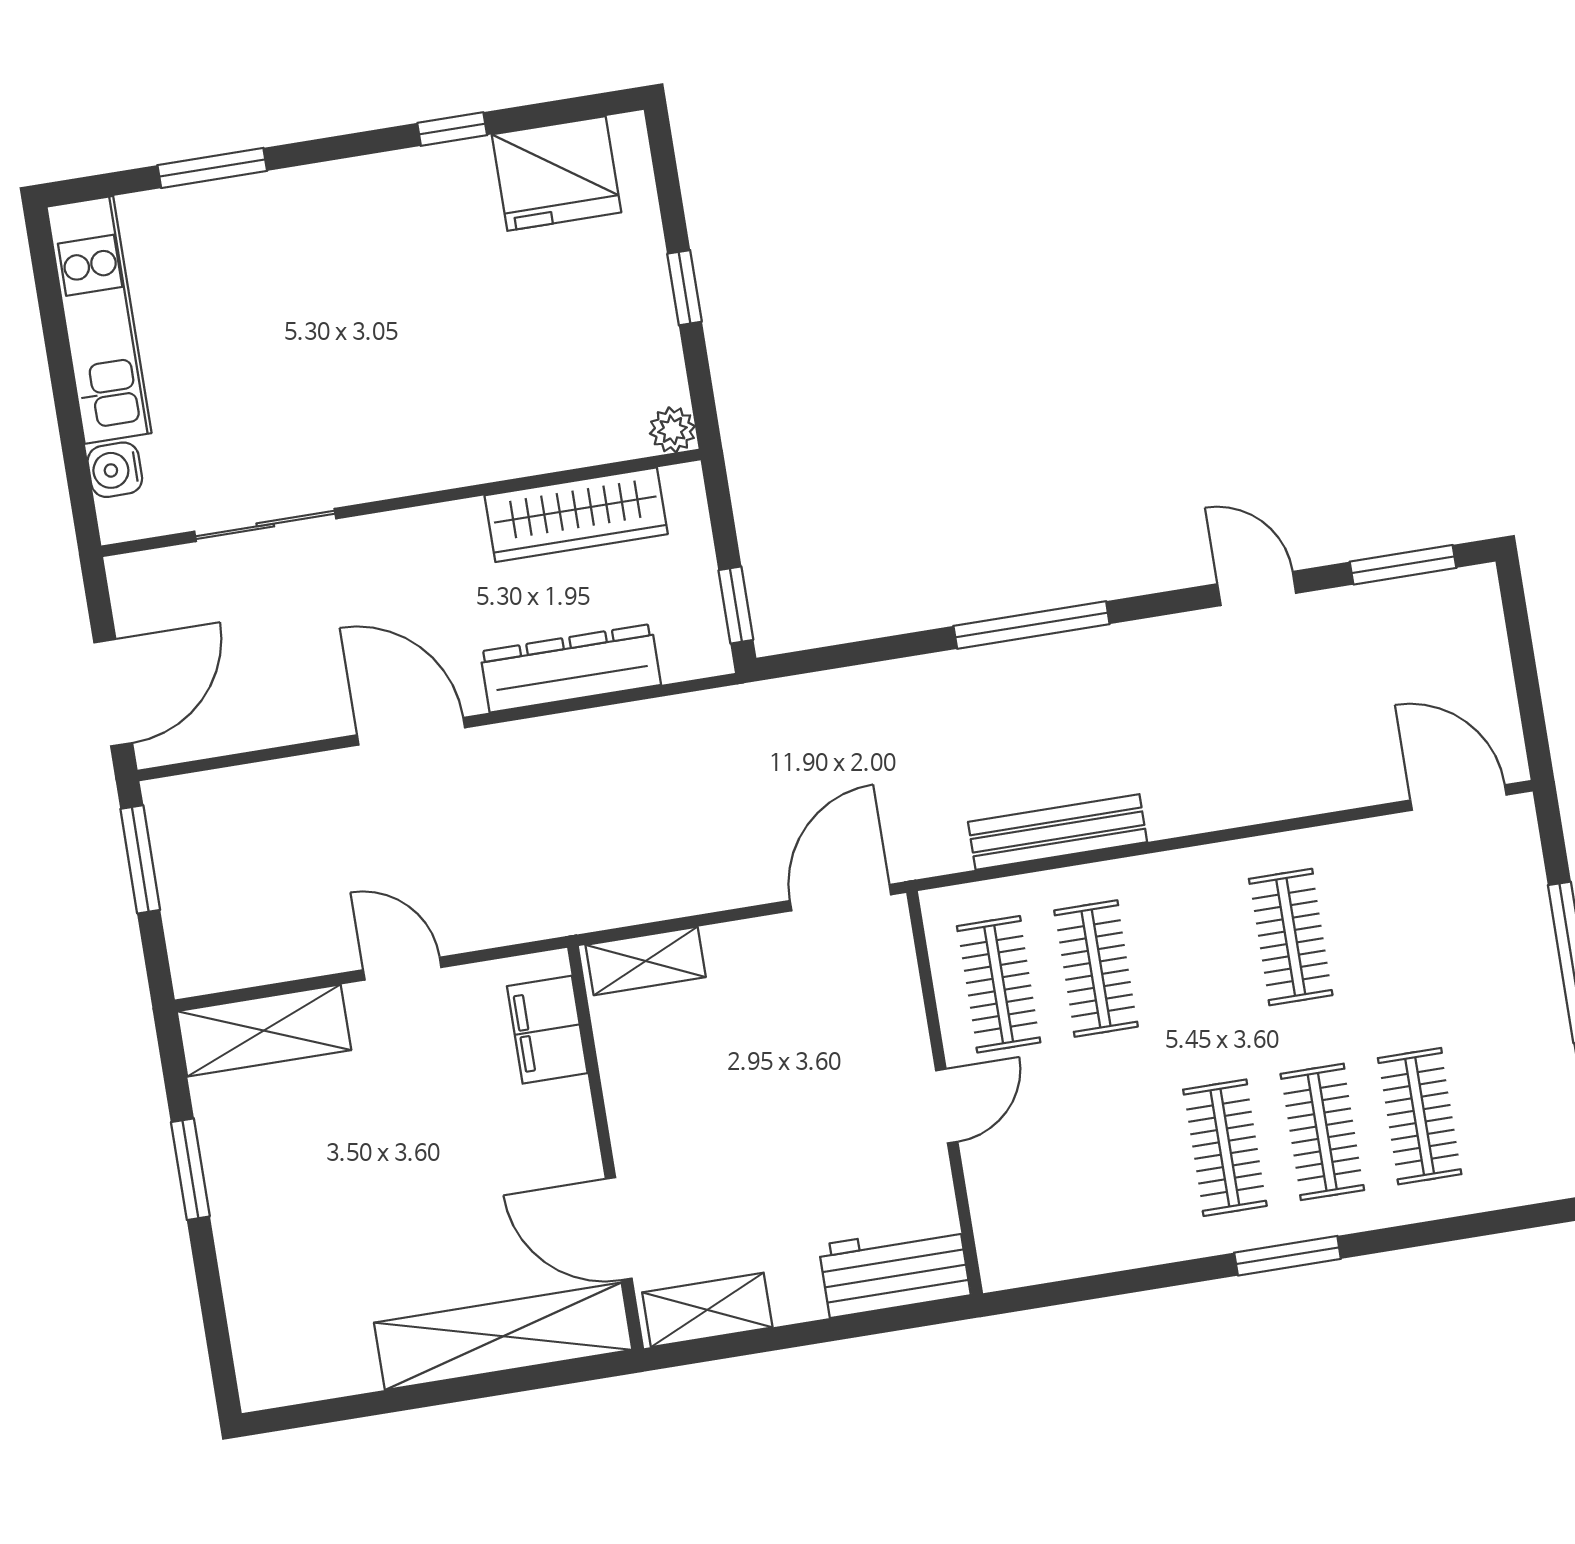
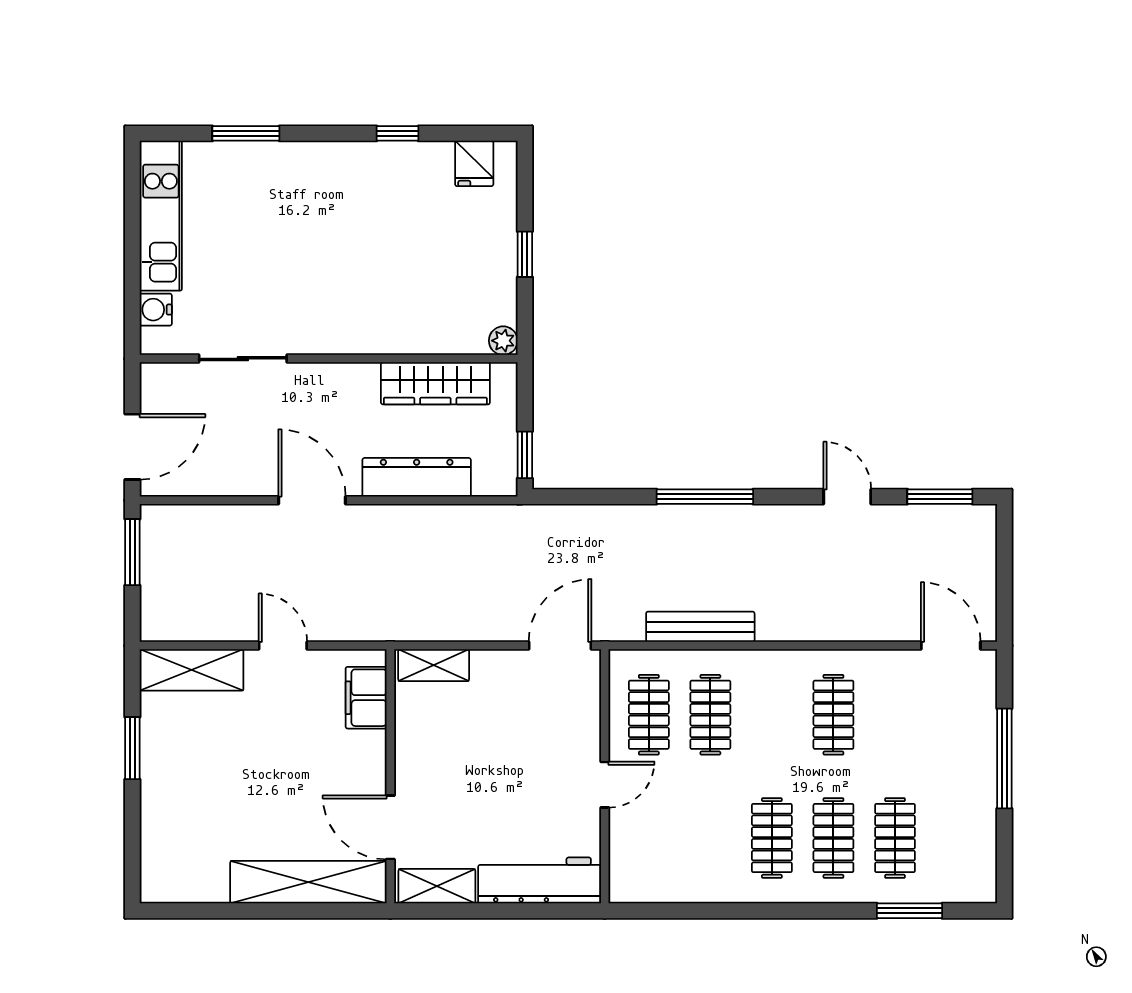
fridge: (556, 173) -> (474, 163), width x0.53, depth x0.75
window: (1288, 1256) -> (910, 911), moved
workbench: (895, 1270) -> (539, 880), width x1.38

